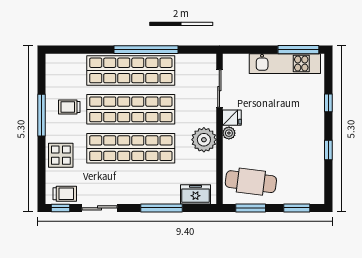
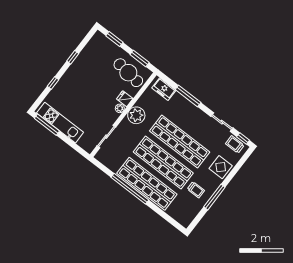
fridge: (232, 118) -> (125, 99), moved

